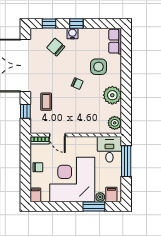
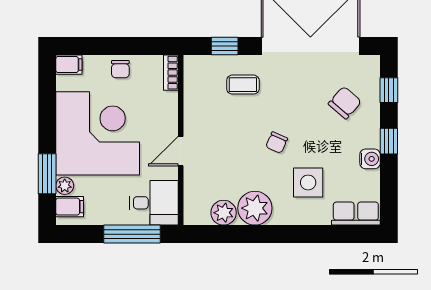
water cooler: (72, 34) -> (370, 159), moved
plant: (115, 123) -> (224, 213), moved
door: (57, 135) -> (181, 151), moved

